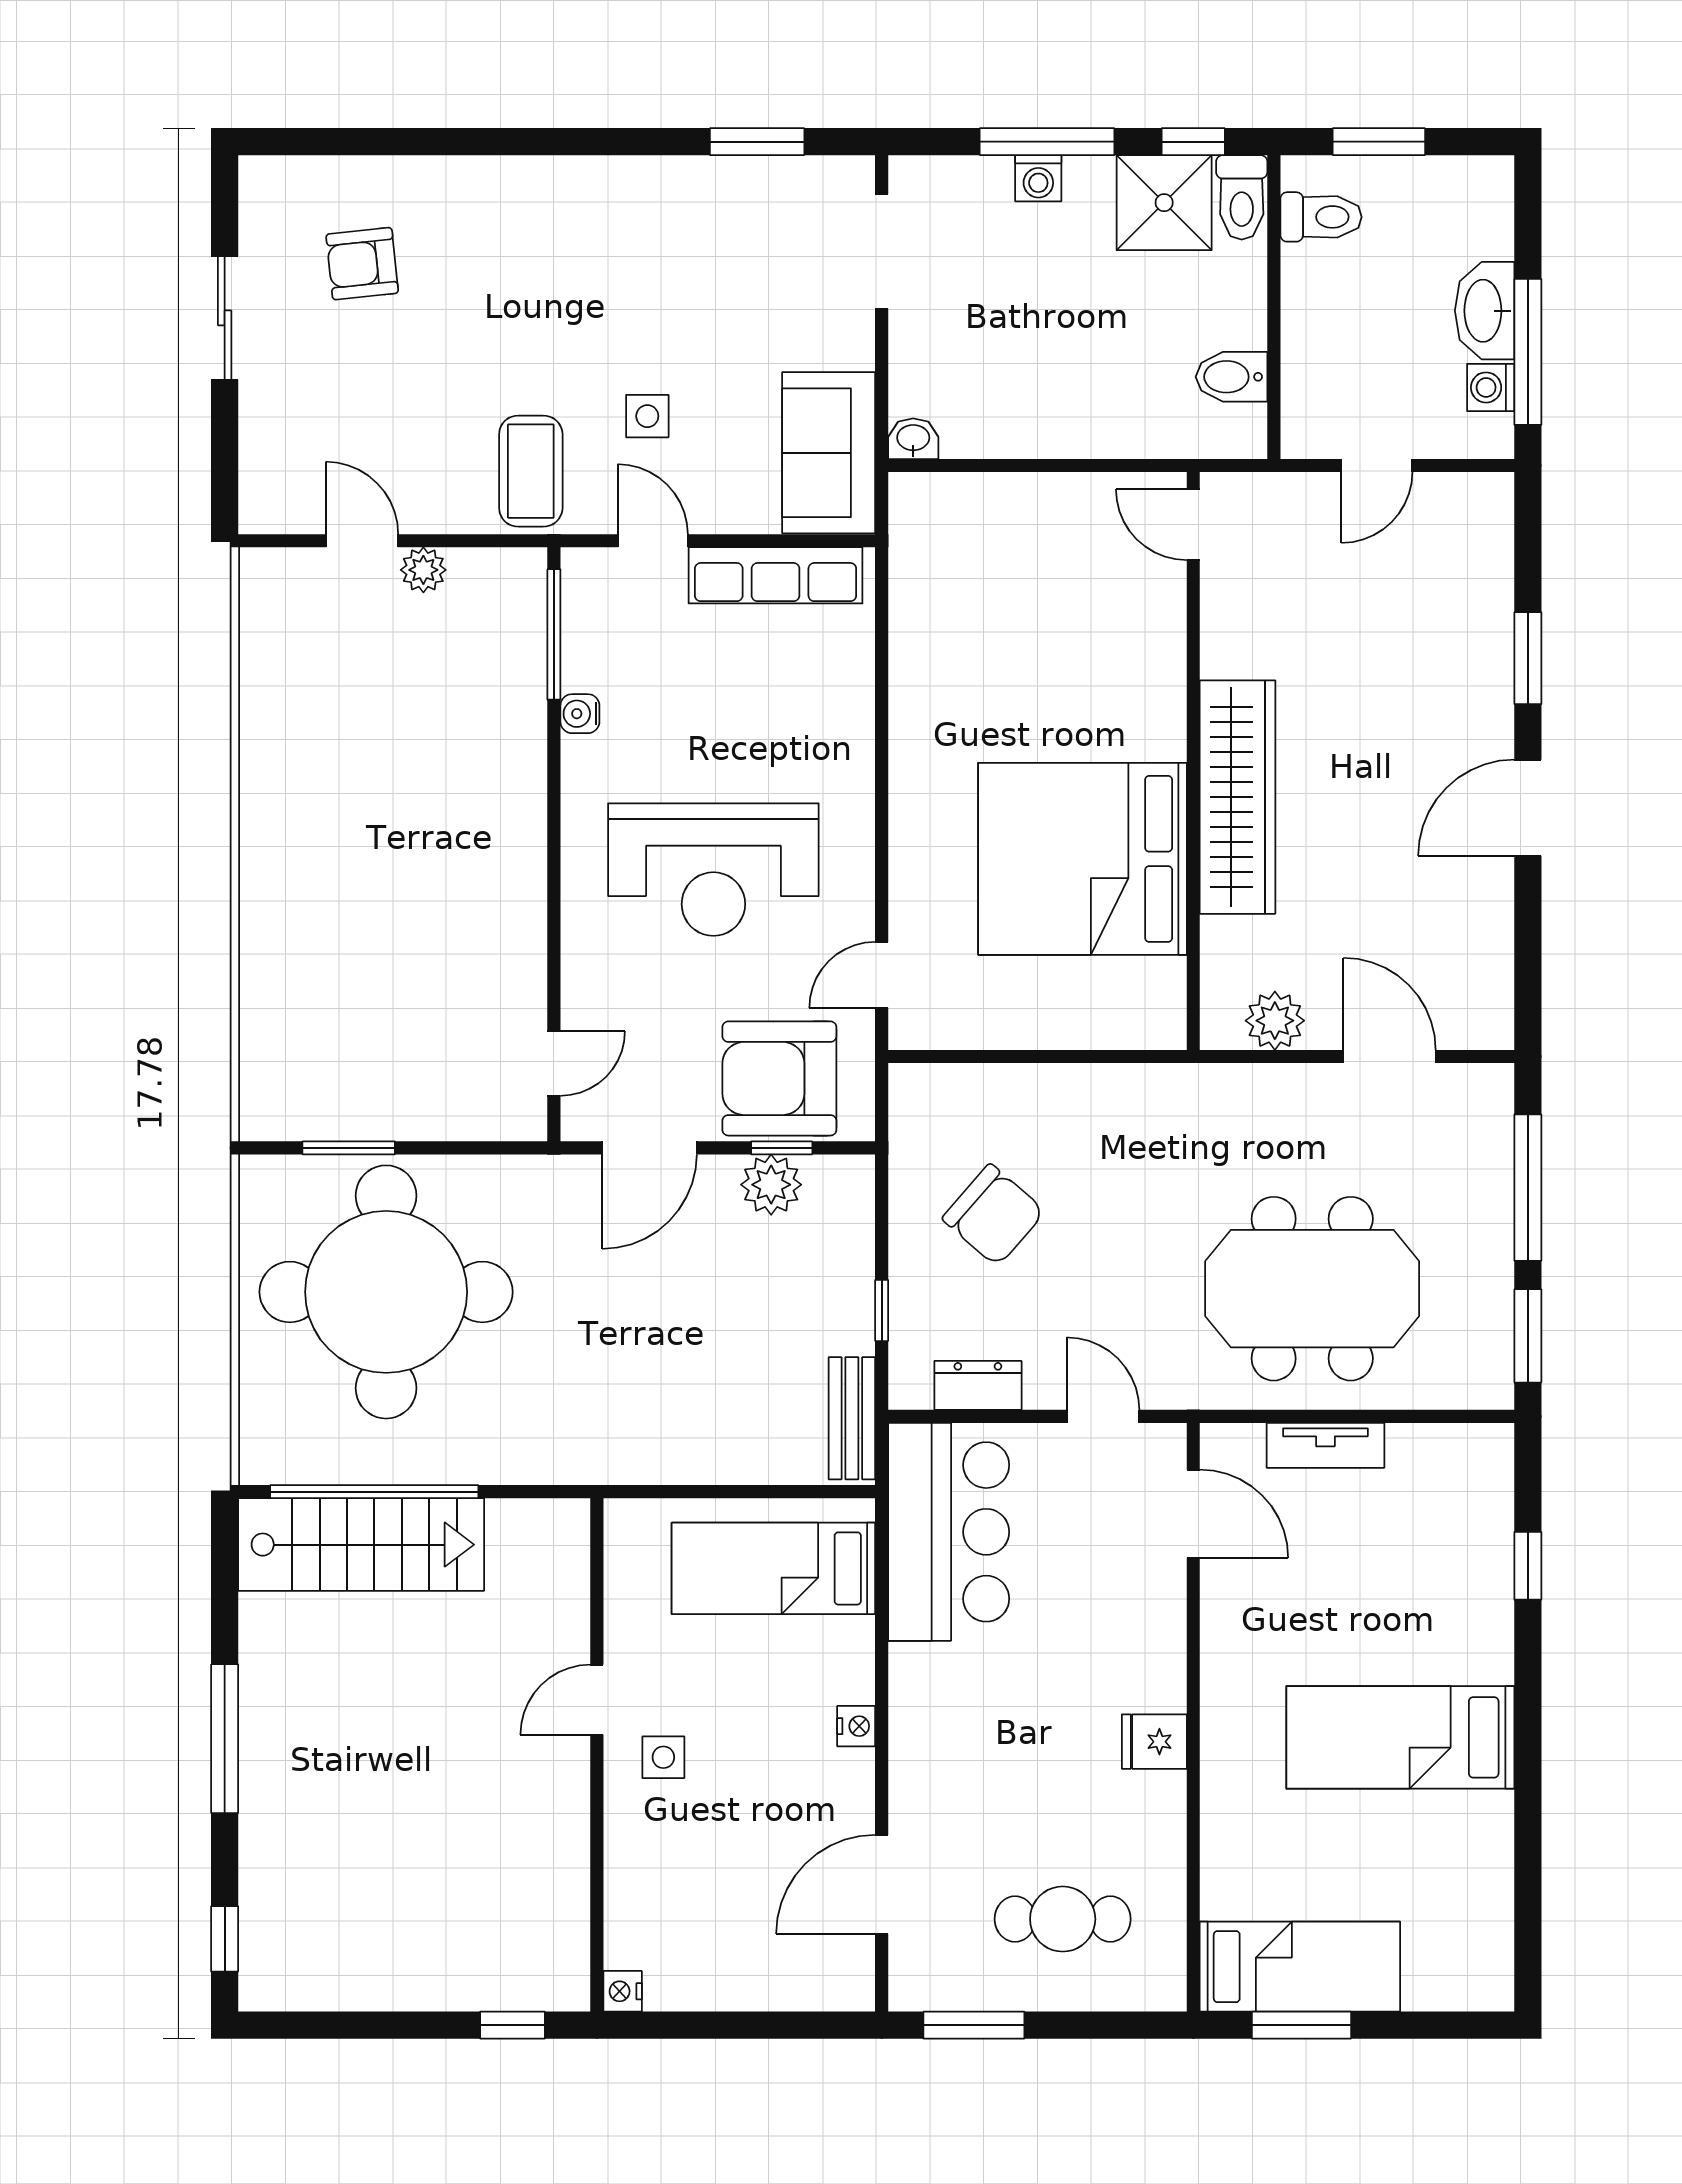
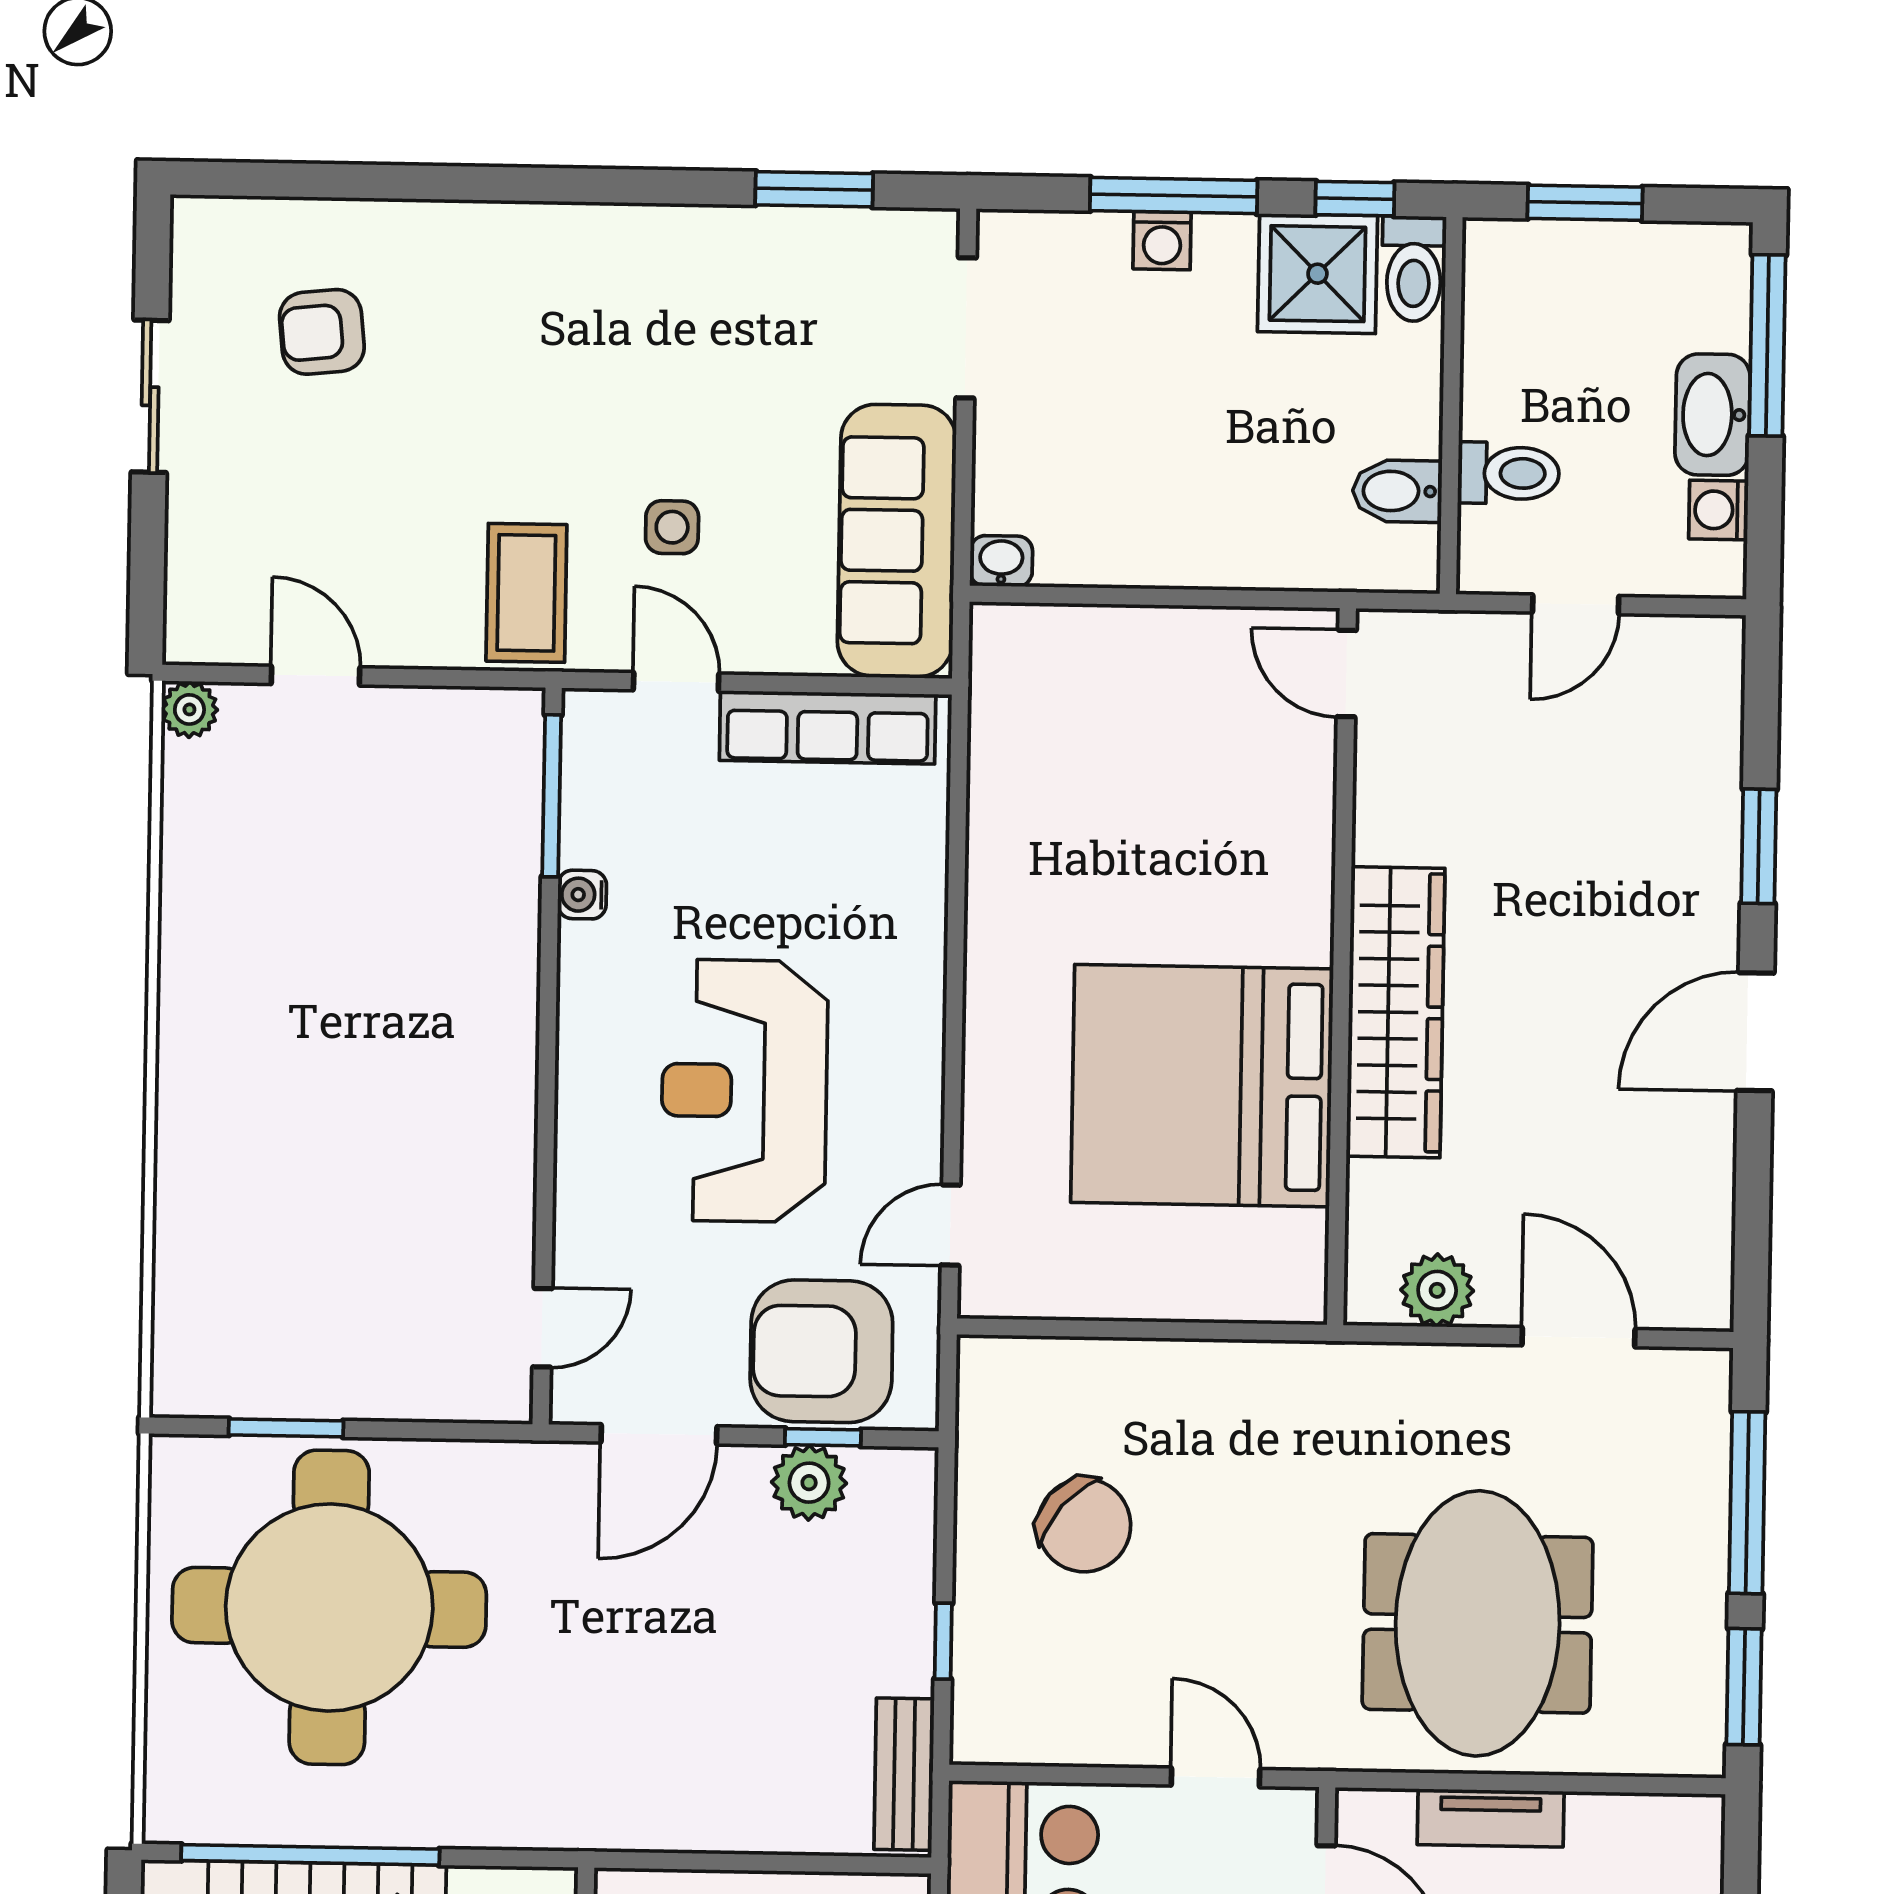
toilet: (1321, 217) -> (1509, 473), moved
window: (1528, 352) -> (1767, 345), moved
sofa: (829, 453) -> (897, 541), width x1.36
plant: (423, 570) -> (189, 709), moved
reception desk: (713, 870) -> (744, 1091), turned 90
meeting table: (1312, 1289) -> (1478, 1623), turned 90
dresser: (978, 1385) -> (1061, 1736), removed

